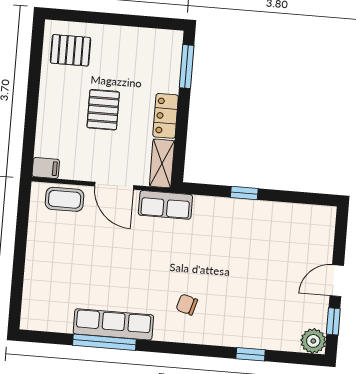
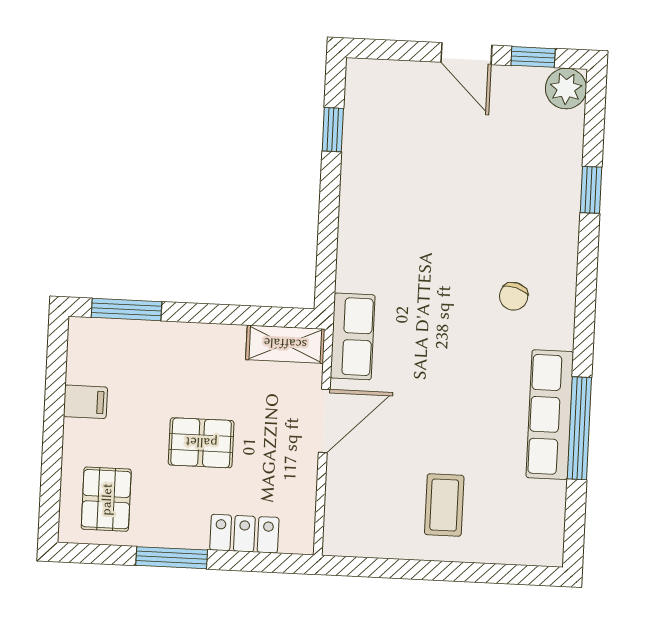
window: (33, 89) -> (172, 558), added
locker: (166, 116) -> (244, 534), moved, turned 180
filing cabinet: (46, 168) -> (85, 402), moved, turned 90
window: (244, 193) -> (333, 130), moved
coffee table: (65, 199) -> (444, 505), moved

